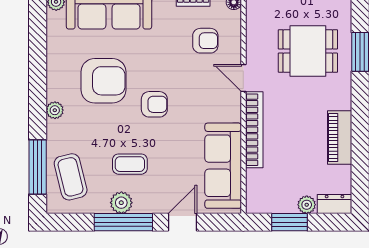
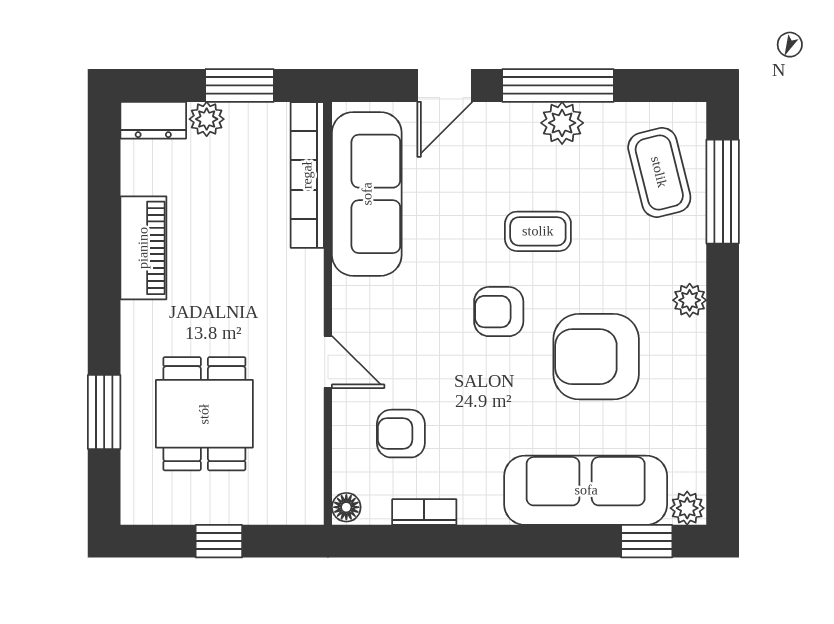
dining table: (308, 51) -> (204, 414), turned 90
bookcase: (254, 130) -> (307, 175), moved
coffee table: (130, 164) -> (538, 231), moved

